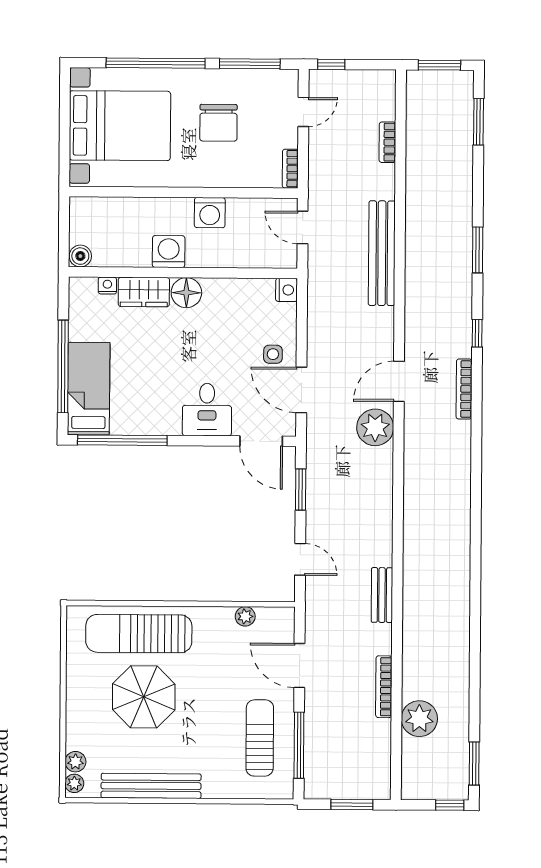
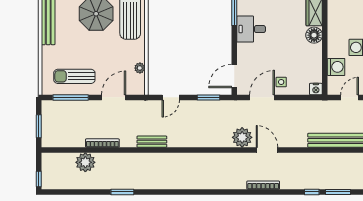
washing machine: (169, 252) -> (336, 67), moved
window: (477, 333) -> (312, 192), moved
desk: (207, 410) -> (251, 29), moved
sun lounger: (260, 738) -> (74, 76), turned 180
window: (474, 764) -> (122, 192), moved

